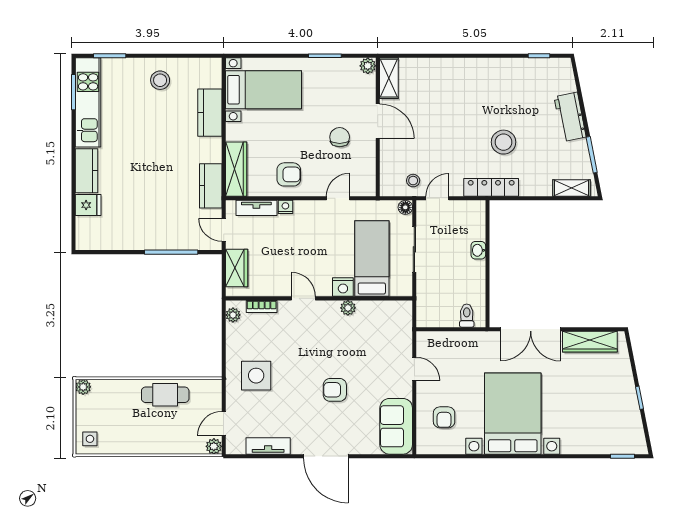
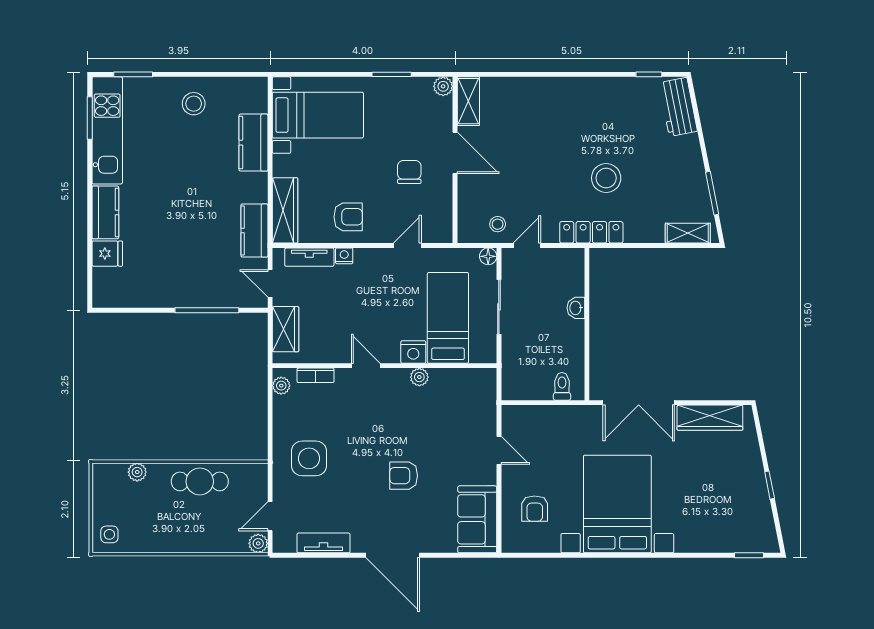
workbench: (570, 117) -> (678, 107), moved
plant: (83, 387) -> (137, 472), moved

